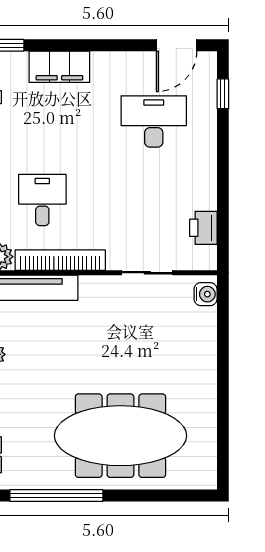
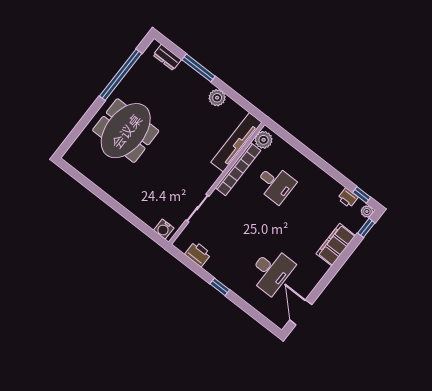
window: (223, 94) -> (220, 287), moved
meeting table: (120, 436) -> (126, 131), width x0.73

